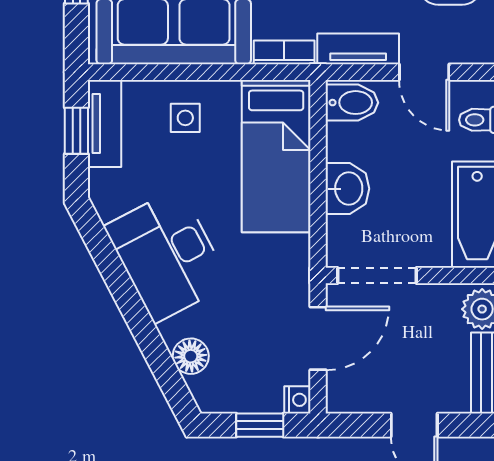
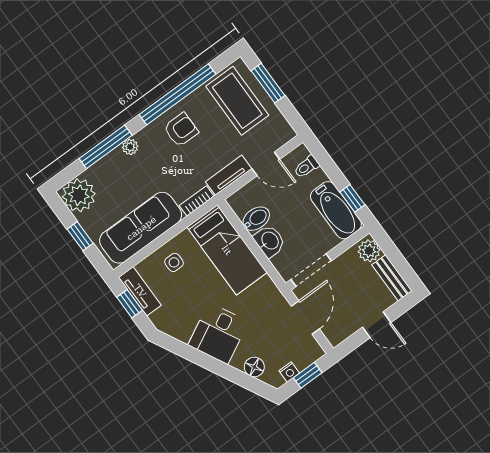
bidet: (352, 103) -> (256, 219), moved
desk: (167, 255) -> (218, 333), width x0.73
nightstand: (297, 400) -> (289, 372), moved, turned 90

